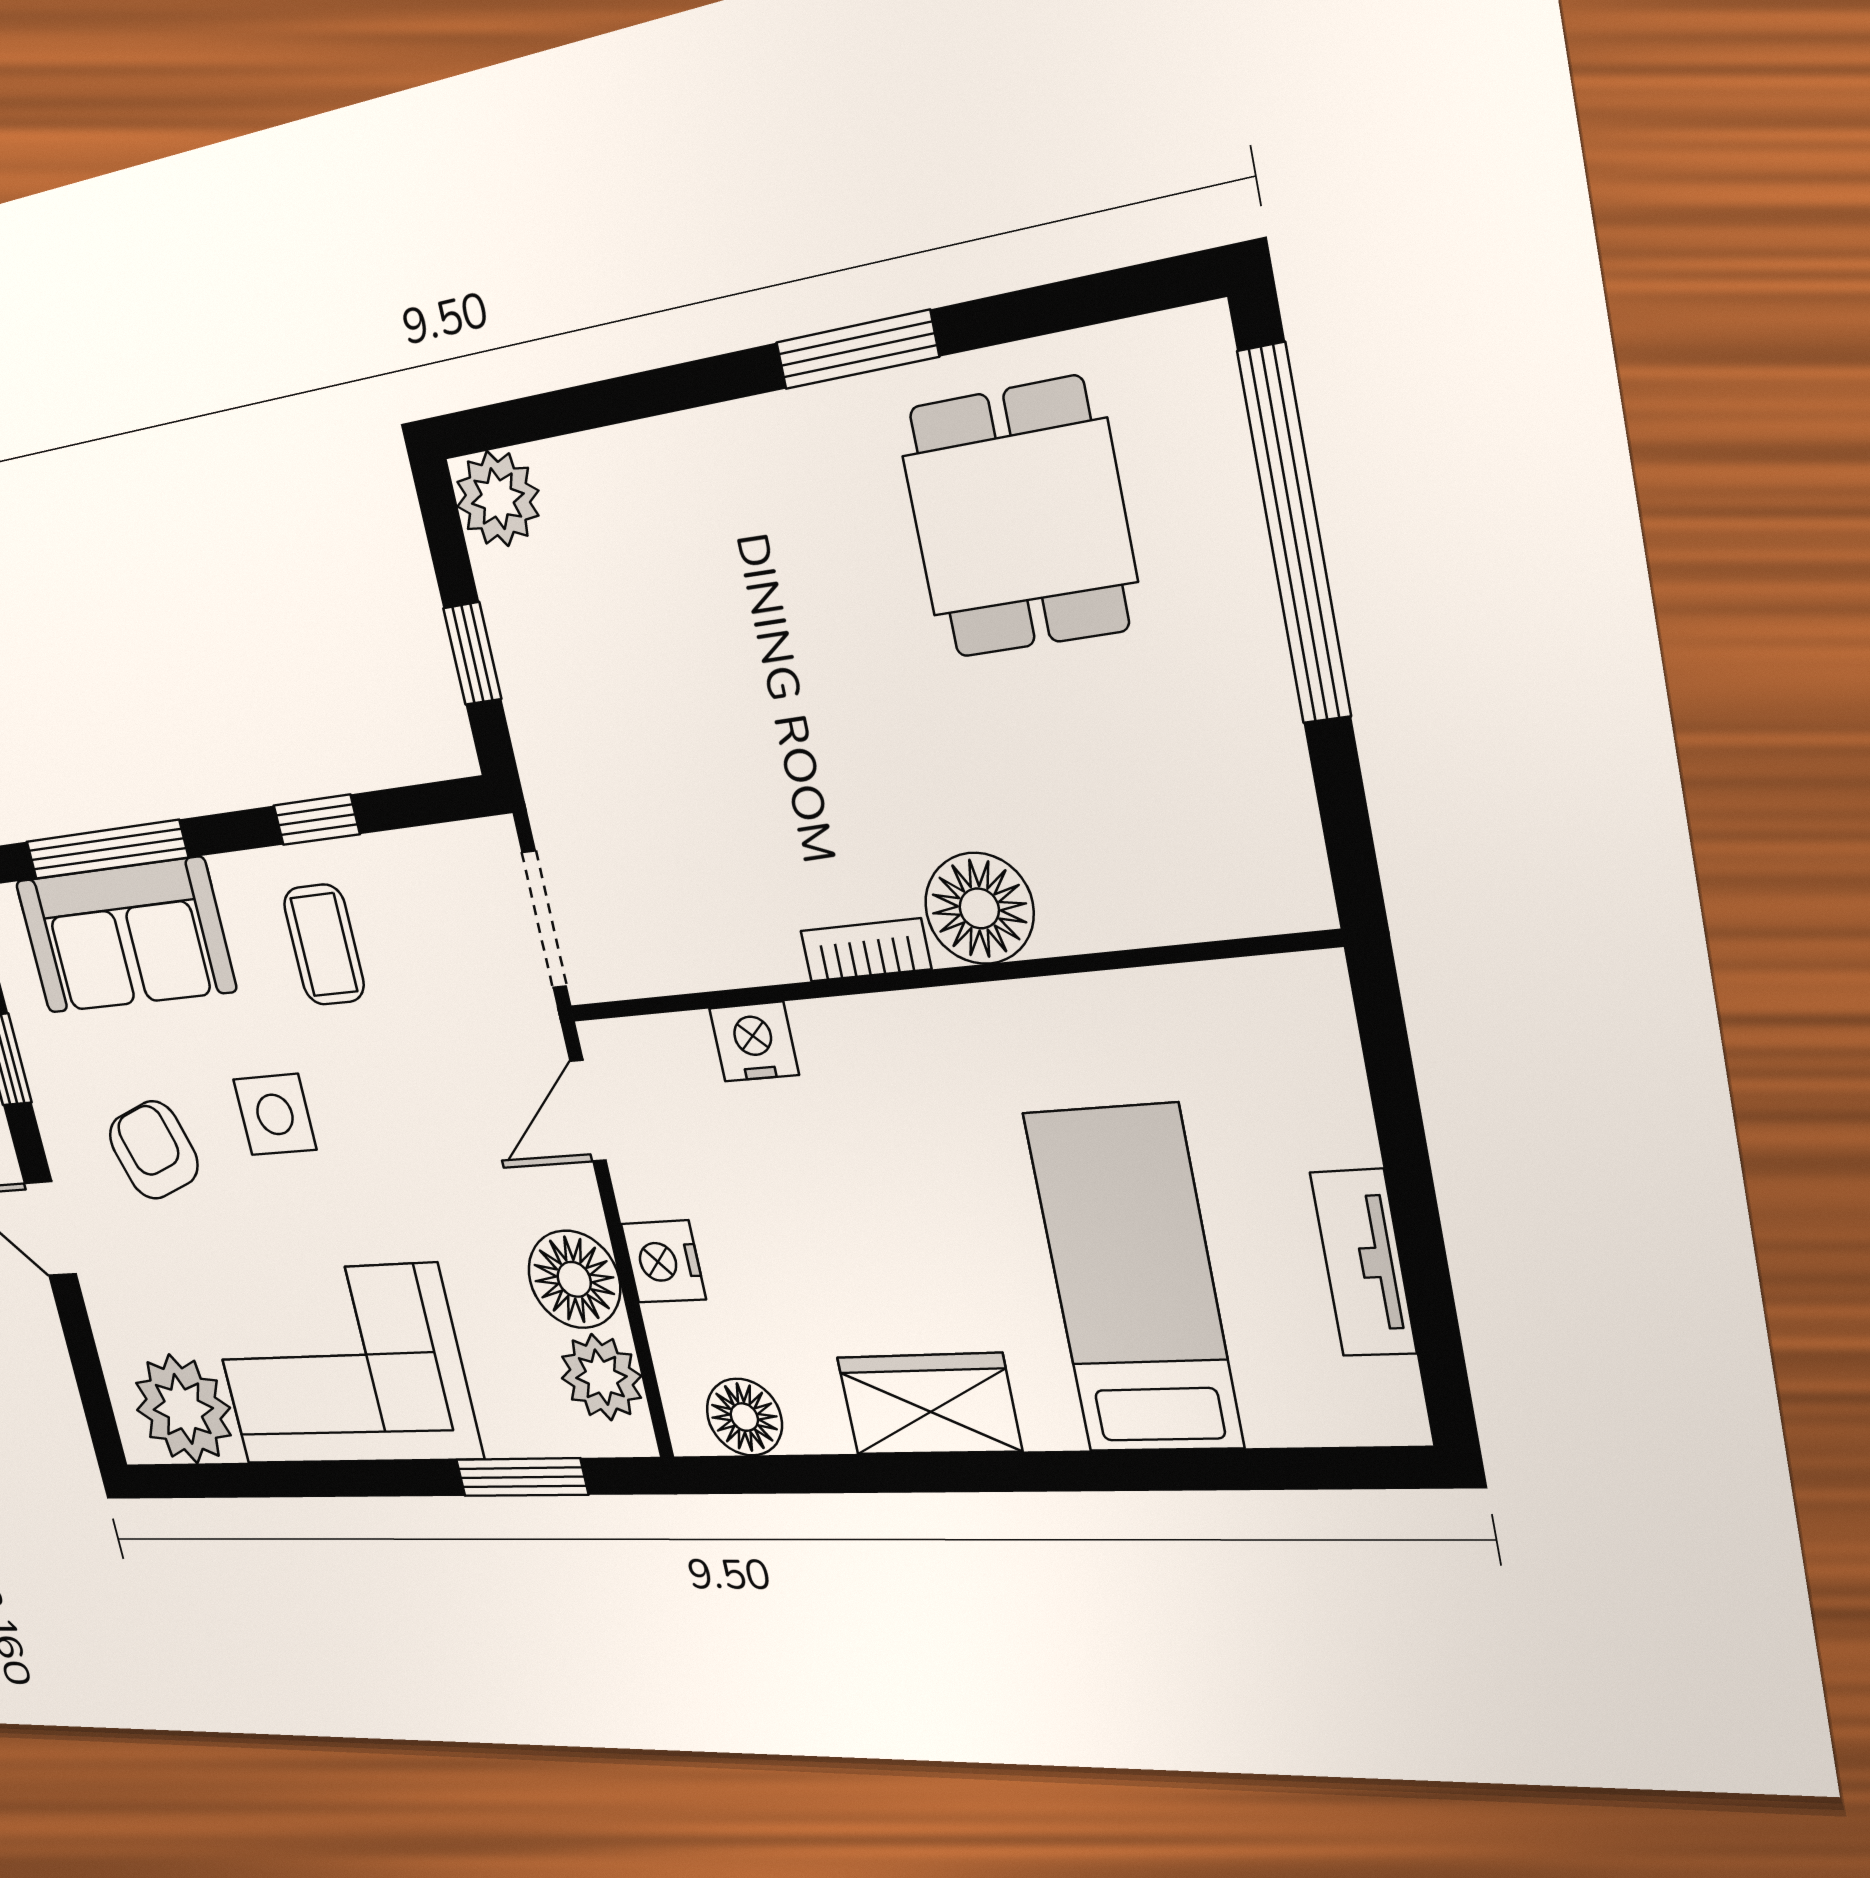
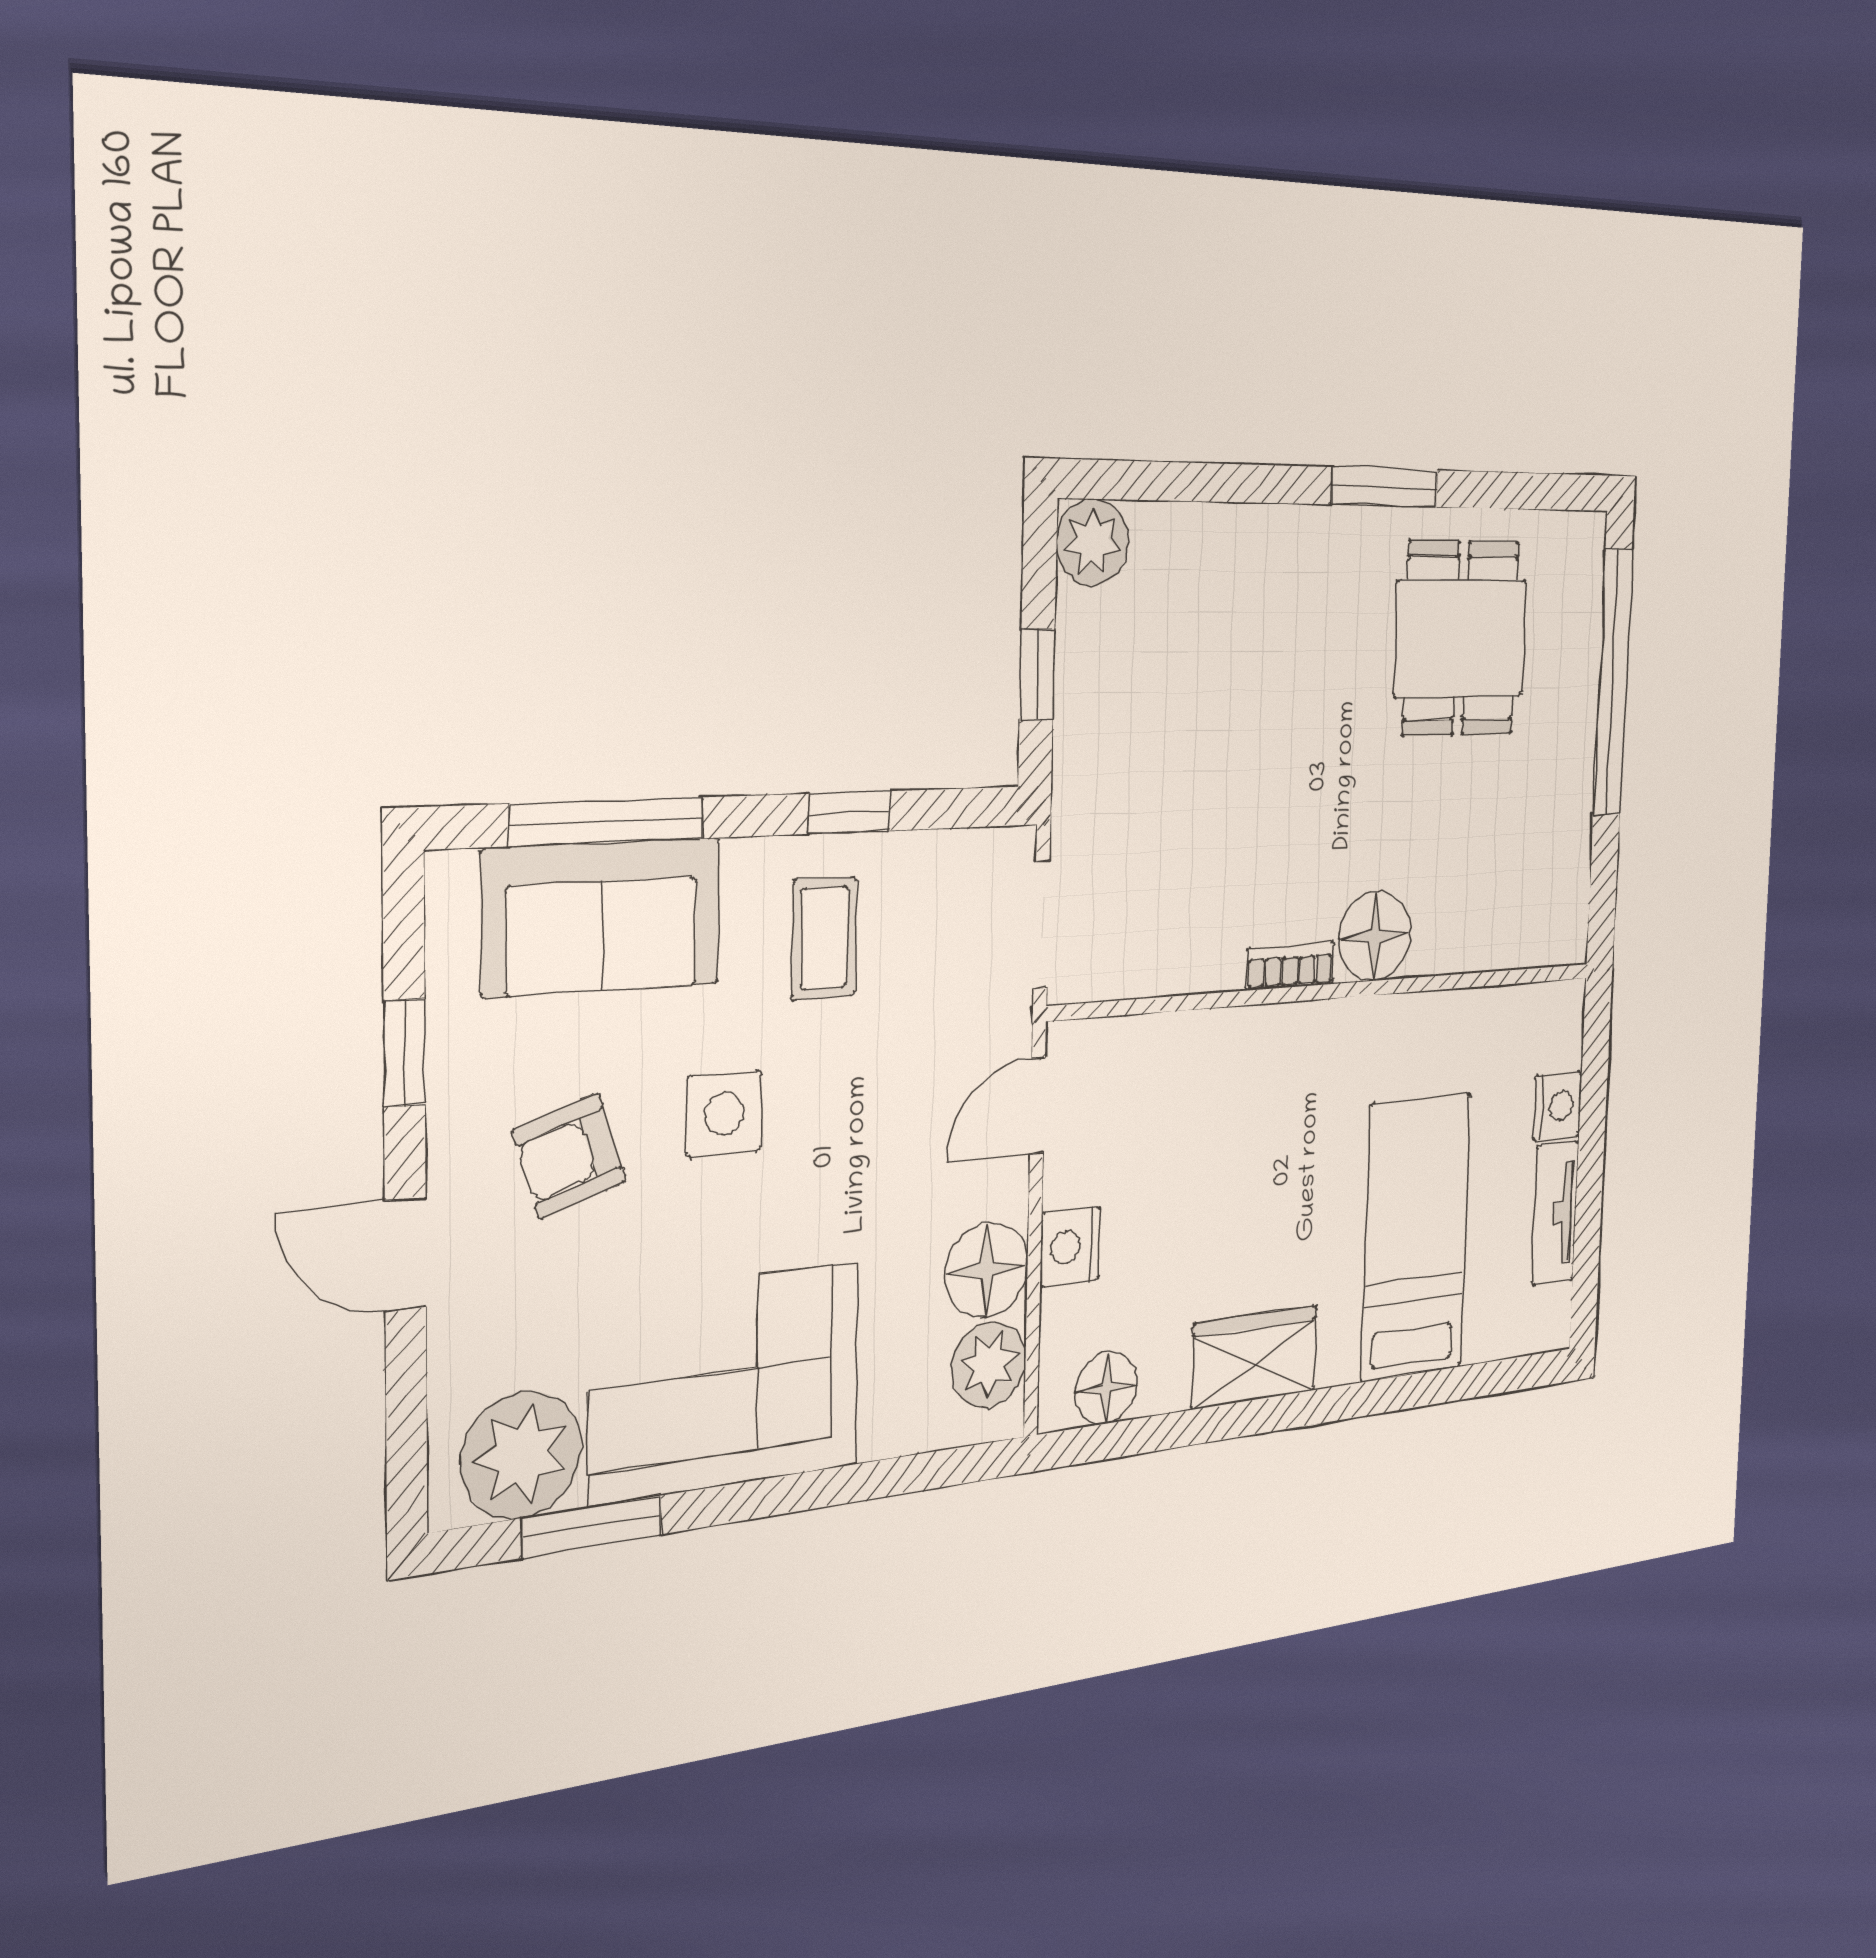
nightstand: (754, 1042) -> (1558, 1106), moved, turned 90
armchair: (154, 1150) -> (569, 1156), turned -89
window: (522, 1477) -> (592, 1526), moved

